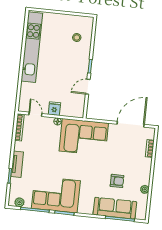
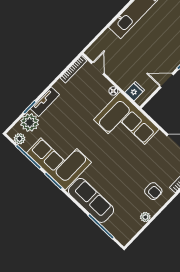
fridge: (54, 109) -> (135, 91), moved
armchair: (117, 181) -> (153, 191), moved
plant: (18, 186) -> (30, 122), added
sofa: (115, 208) -> (91, 200), moved

